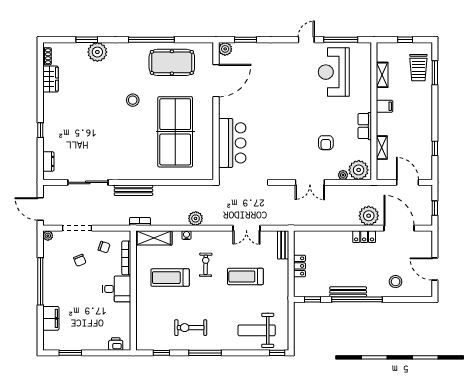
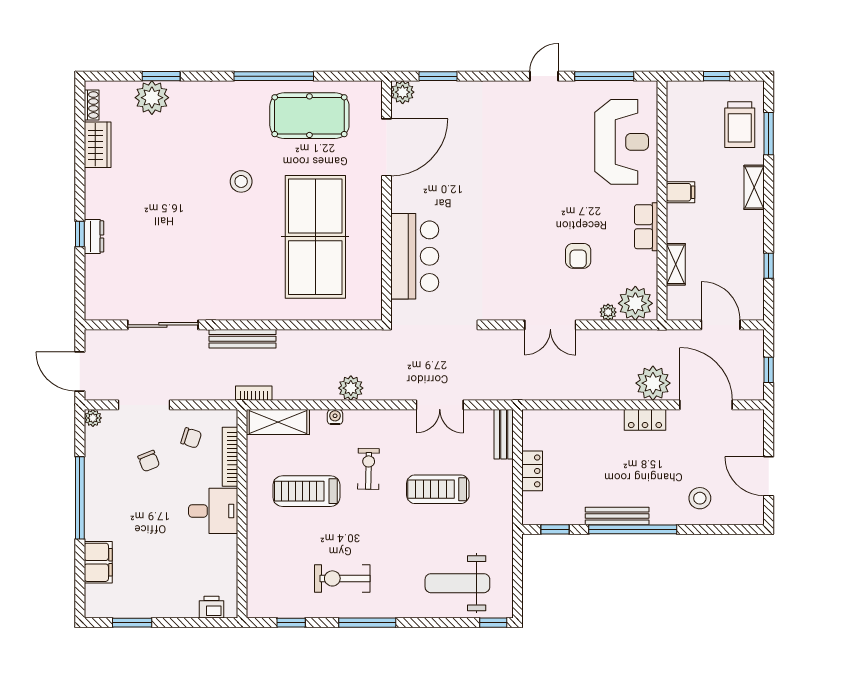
plant: (97, 52) -> (152, 98), moved
reception desk: (334, 72) -> (622, 142), moved, turned 180
shelving: (382, 75) -> (754, 187), moved
dresser: (48, 161) -> (94, 236), moved

